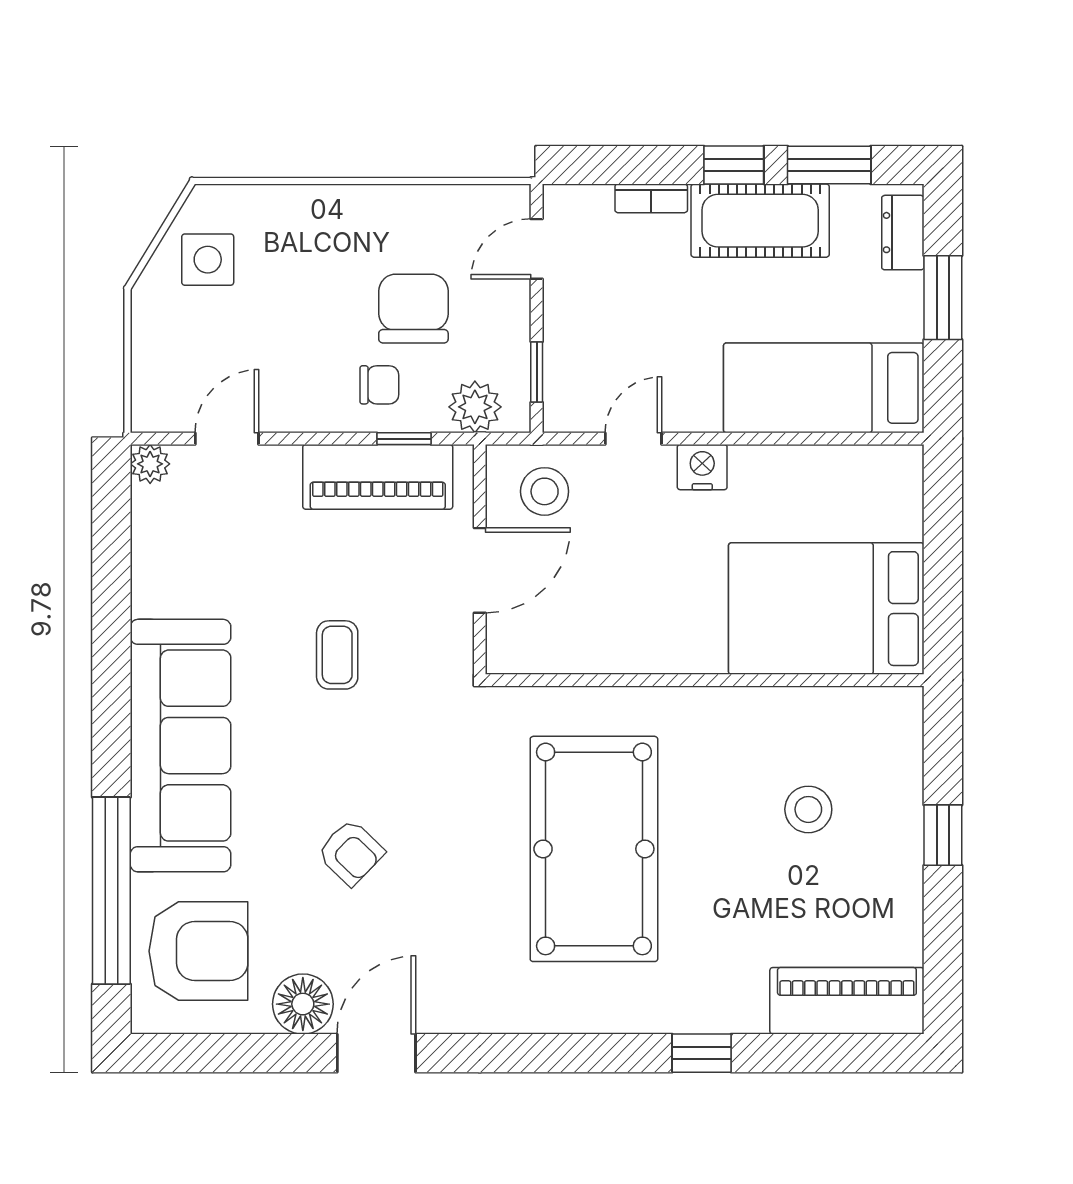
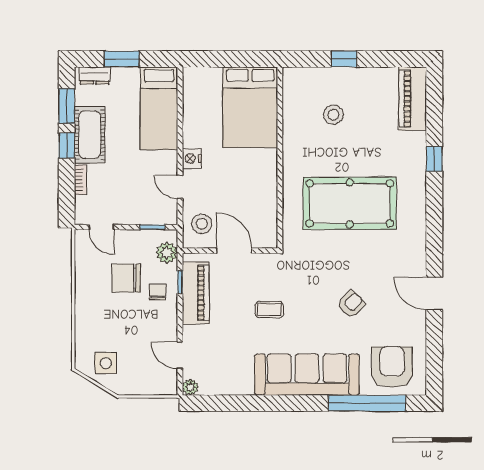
floor lamp: (303, 1004) -> (414, 324), removed

